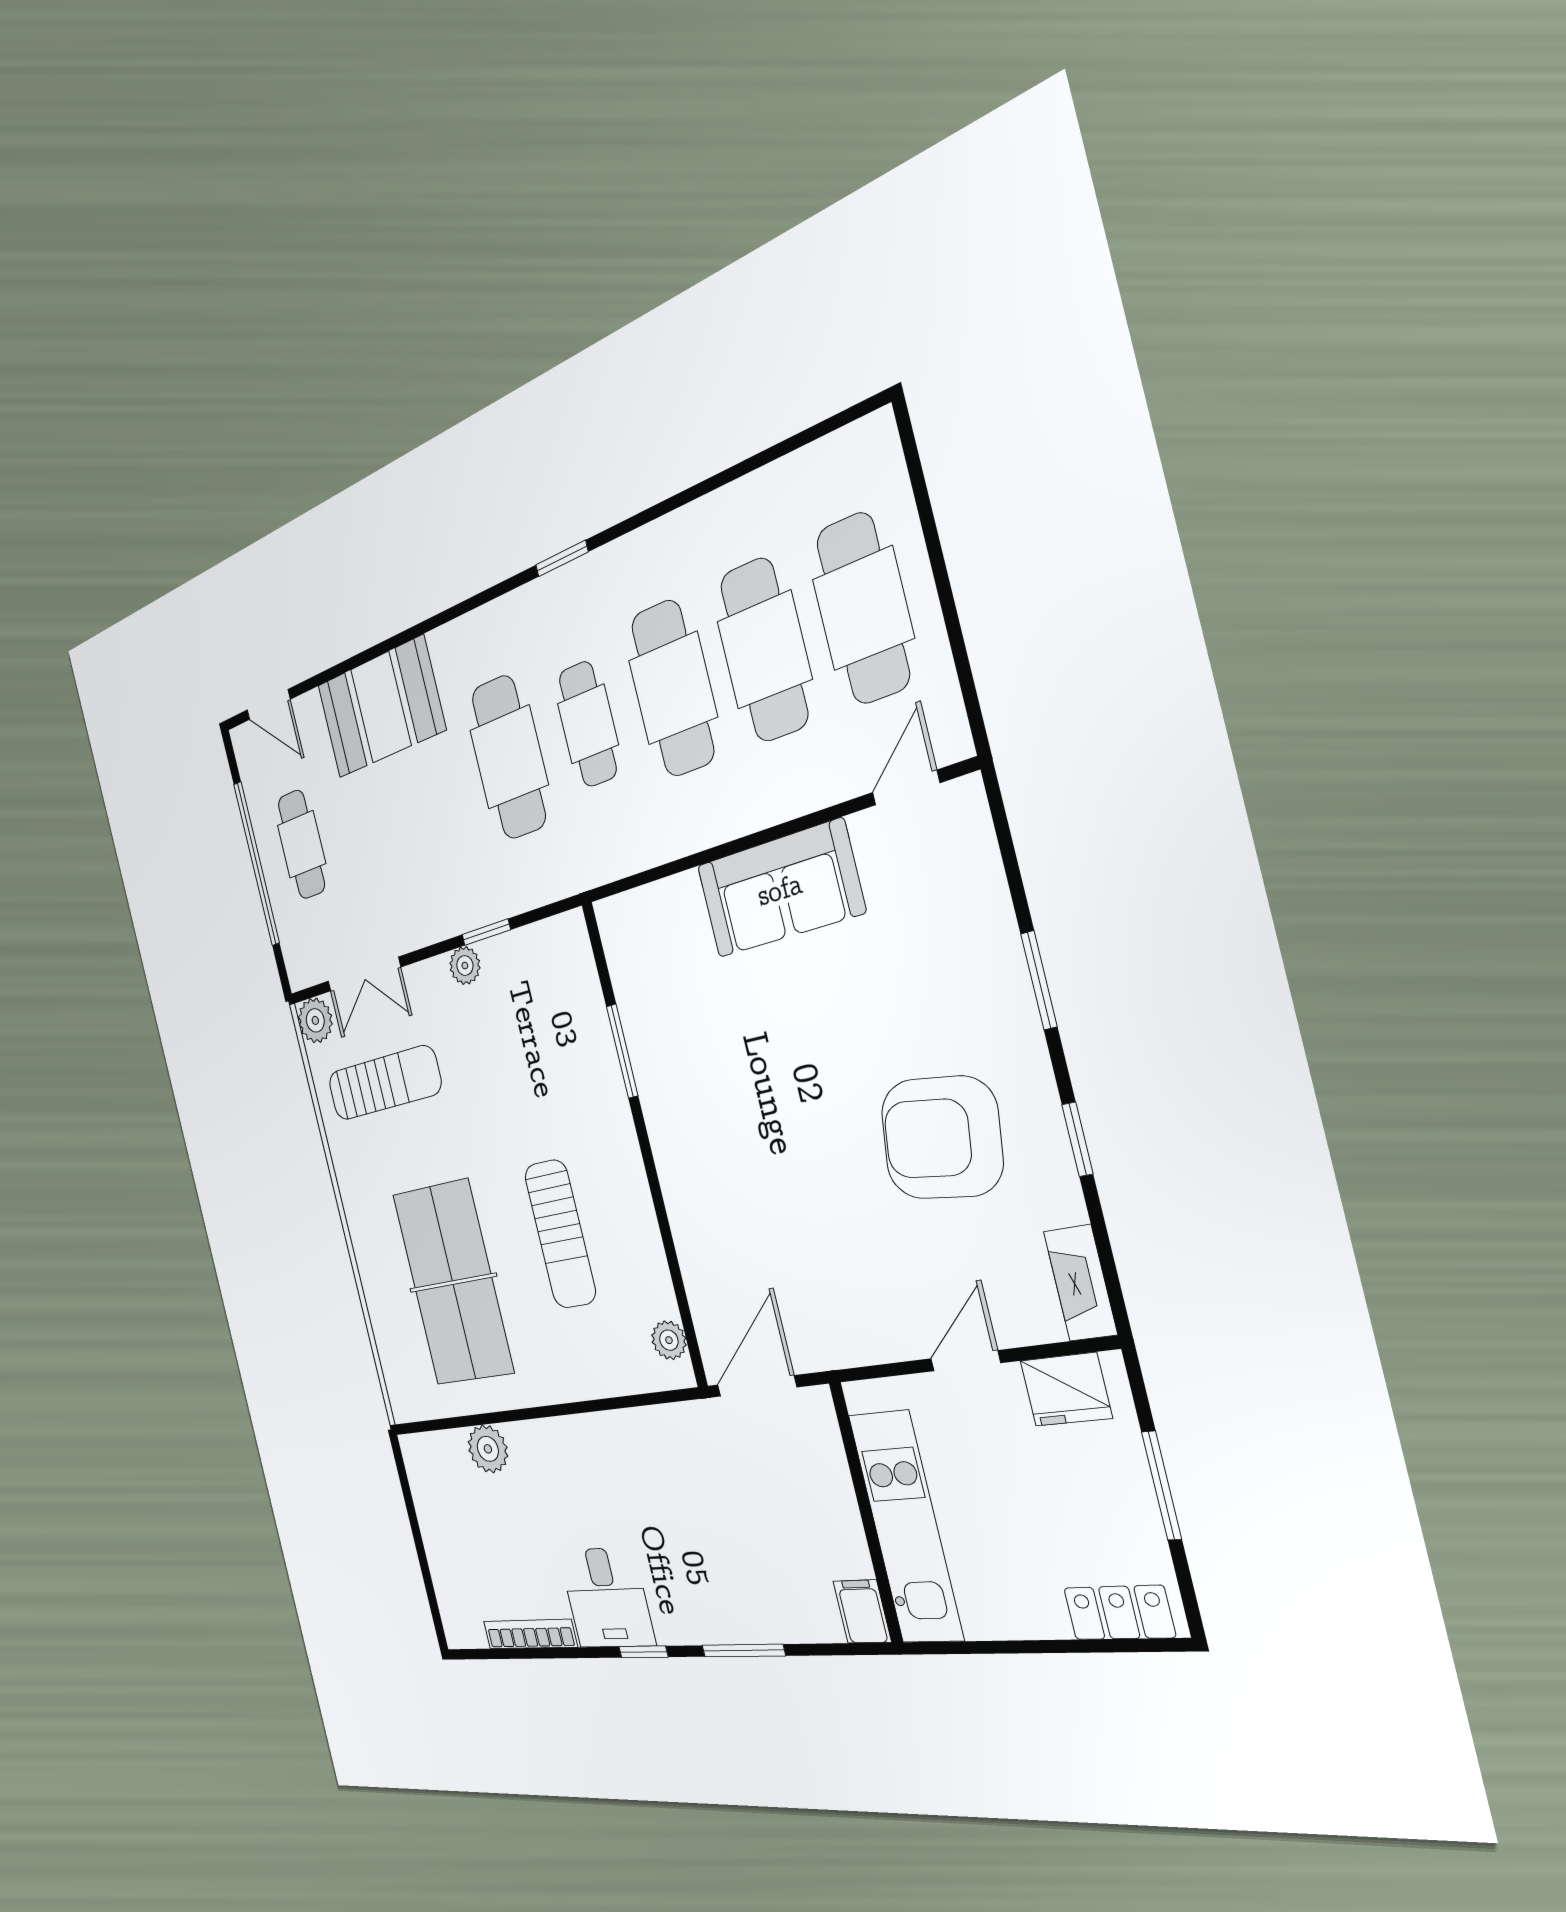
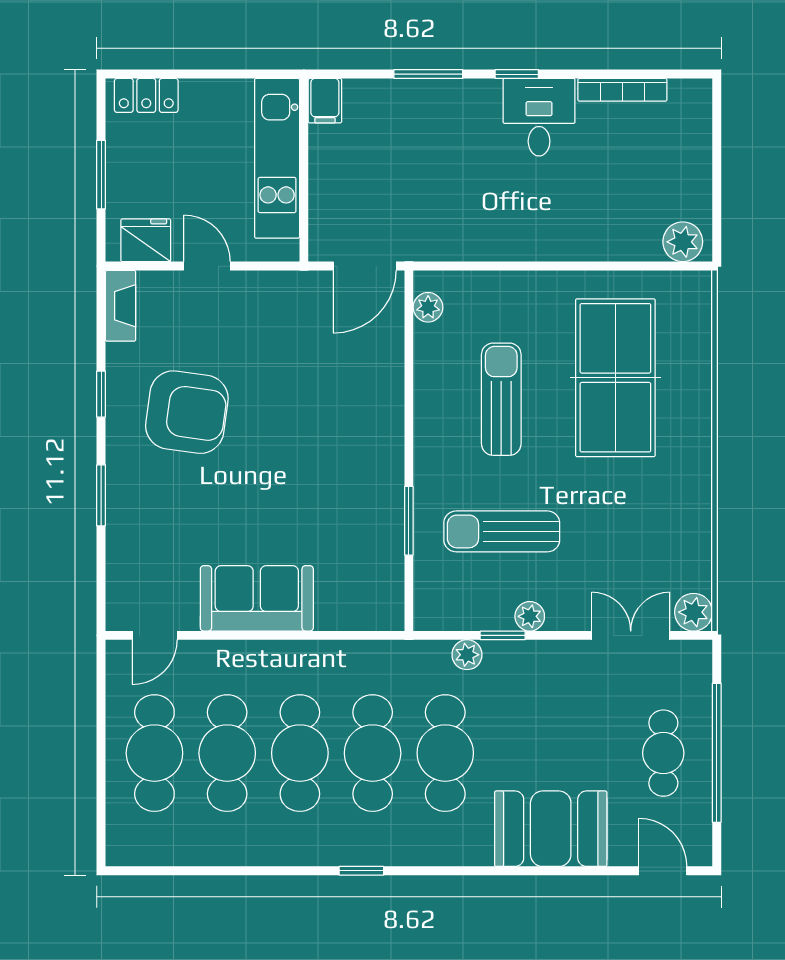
cafe table: (588, 724) -> (373, 753), width x1.37, depth x1.35
plant: (517, 894) -> (467, 655), added
sun lounger: (384, 1083) -> (502, 531), moved
door: (966, 1361) -> (207, 266), swing flipped
plant: (488, 1449) -> (683, 242), moved

